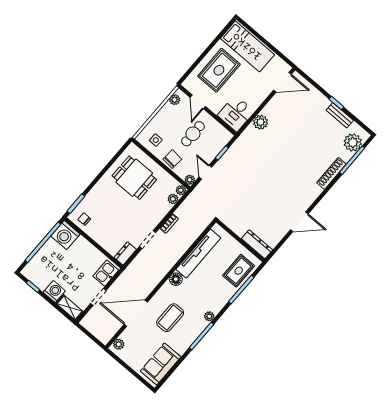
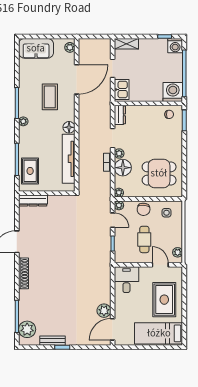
plant: (260, 122) -> (104, 311), moved
shoe rack: (331, 173) -> (24, 273), moved
plant: (173, 199) -> (119, 153), moved
floor lamp: (160, 208) -> (123, 168), added
washing machine: (54, 292) -> (175, 46), moved
sofa: (161, 364) -> (36, 48), moved, turned 90

